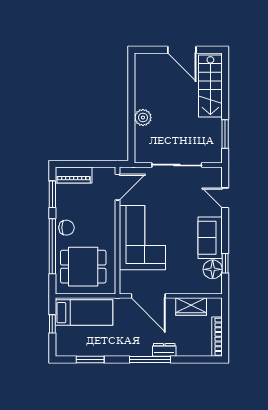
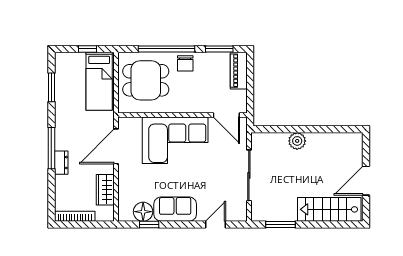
dining table: (83, 267) -> (146, 80), turned 90

